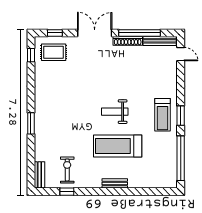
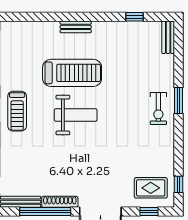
weight bench: (115, 112) -> (76, 115), width x1.36, depth x1.33
treadmill: (162, 115) -> (17, 111), turned 180
exercise bike: (67, 170) -> (158, 109), moved

